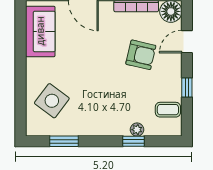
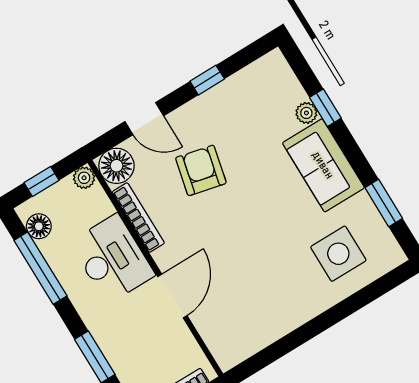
sofa: (40, 31) -> (323, 165), moved, turned -90
side table: (52, 101) -> (338, 254), turned -37
coffee table: (168, 110) -> (253, 87), removed

